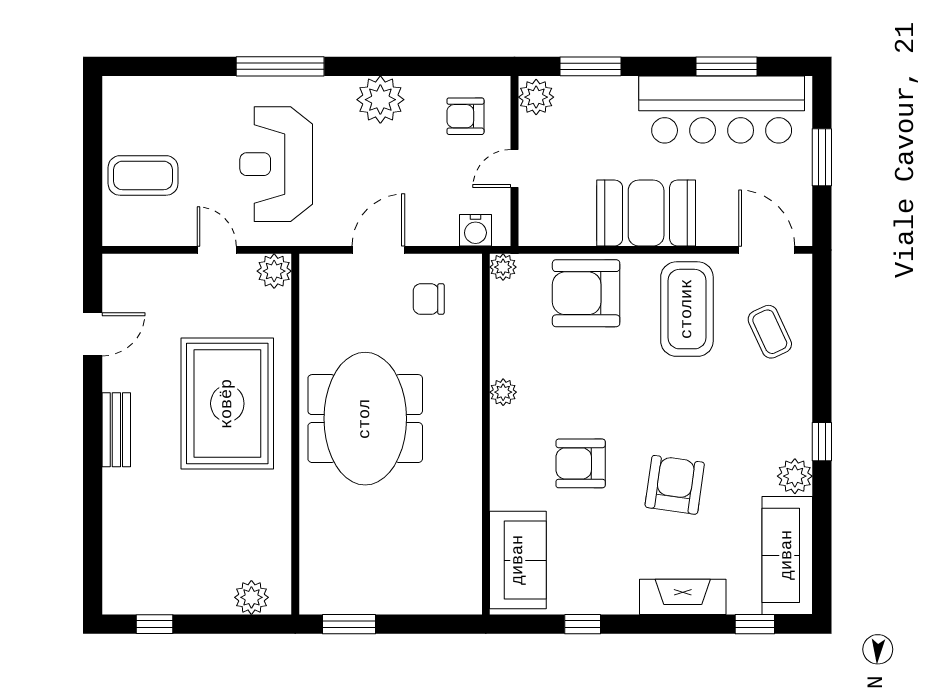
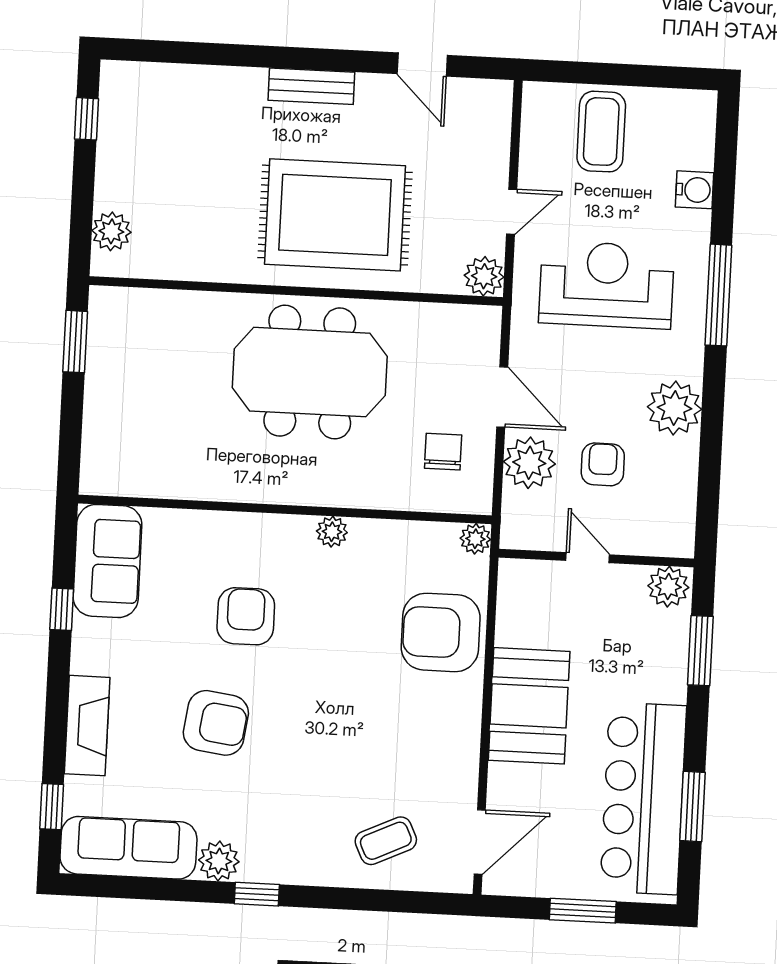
armchair: (465, 116) -> (603, 464), moved
plant: (434, 223) -> (529, 463), added
water cooler: (475, 230) -> (695, 190), moved, turned 180
armchair: (586, 293) -> (441, 632), turned -90
coffee table: (687, 309) -> (417, 747), removed
sofa: (518, 560) -> (108, 561), moved, turned -90

